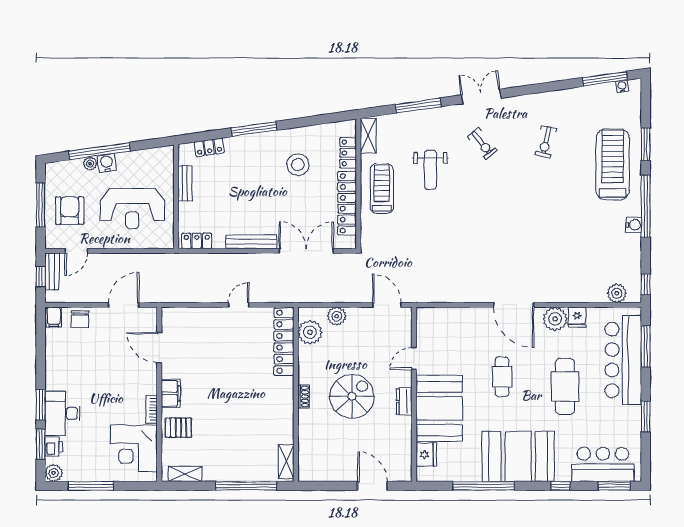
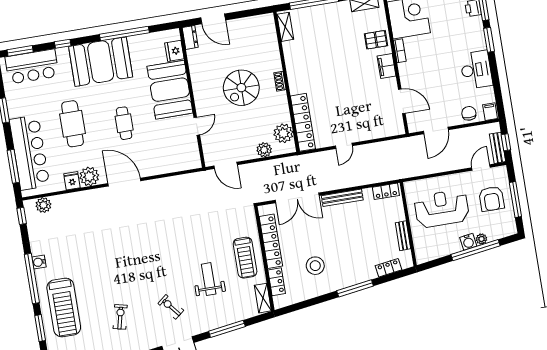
dresser: (404, 402) -> (190, 37), moved
desk: (62, 413) -> (476, 70), moved

